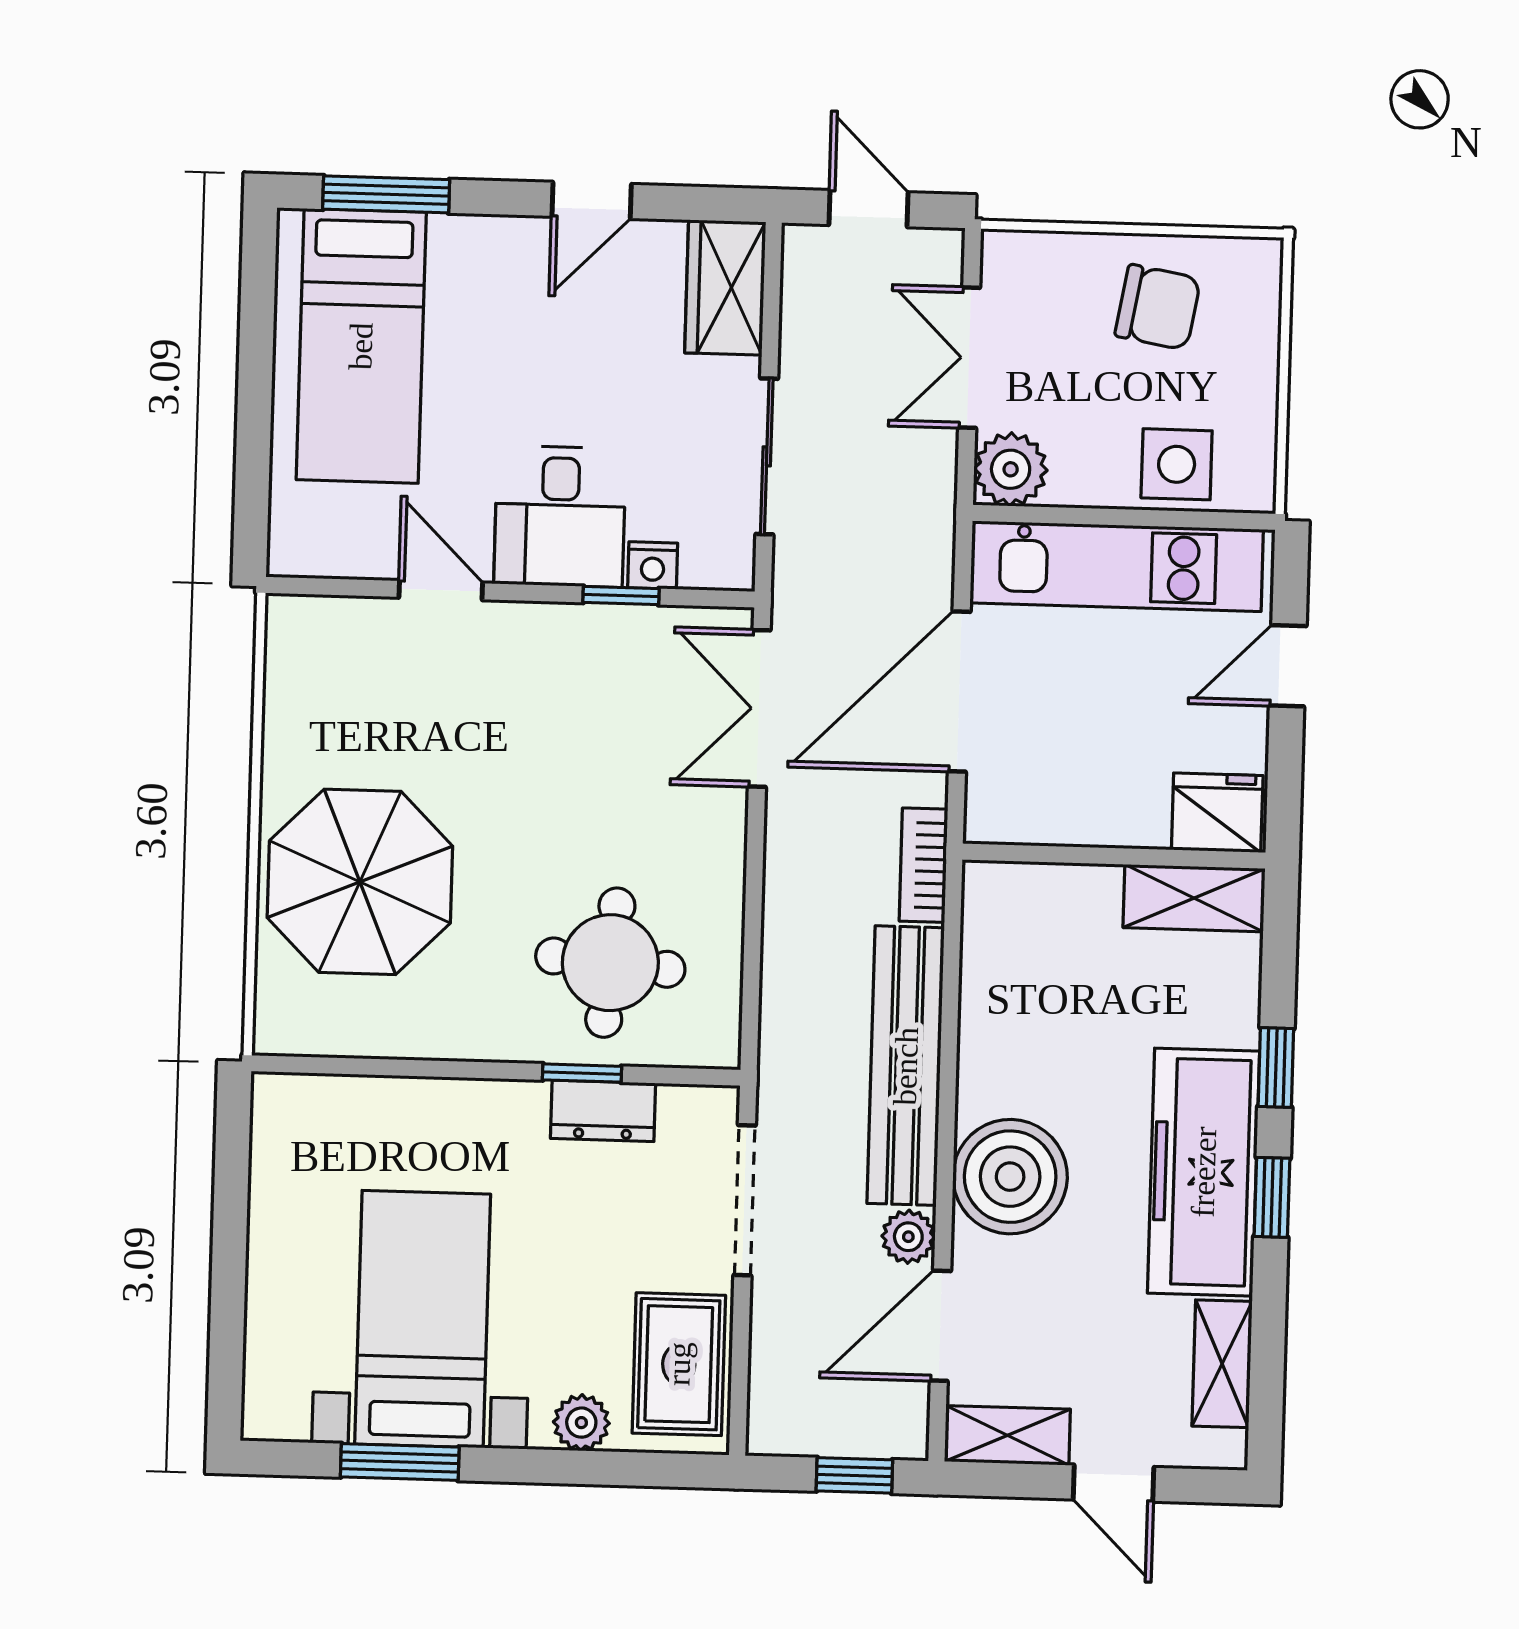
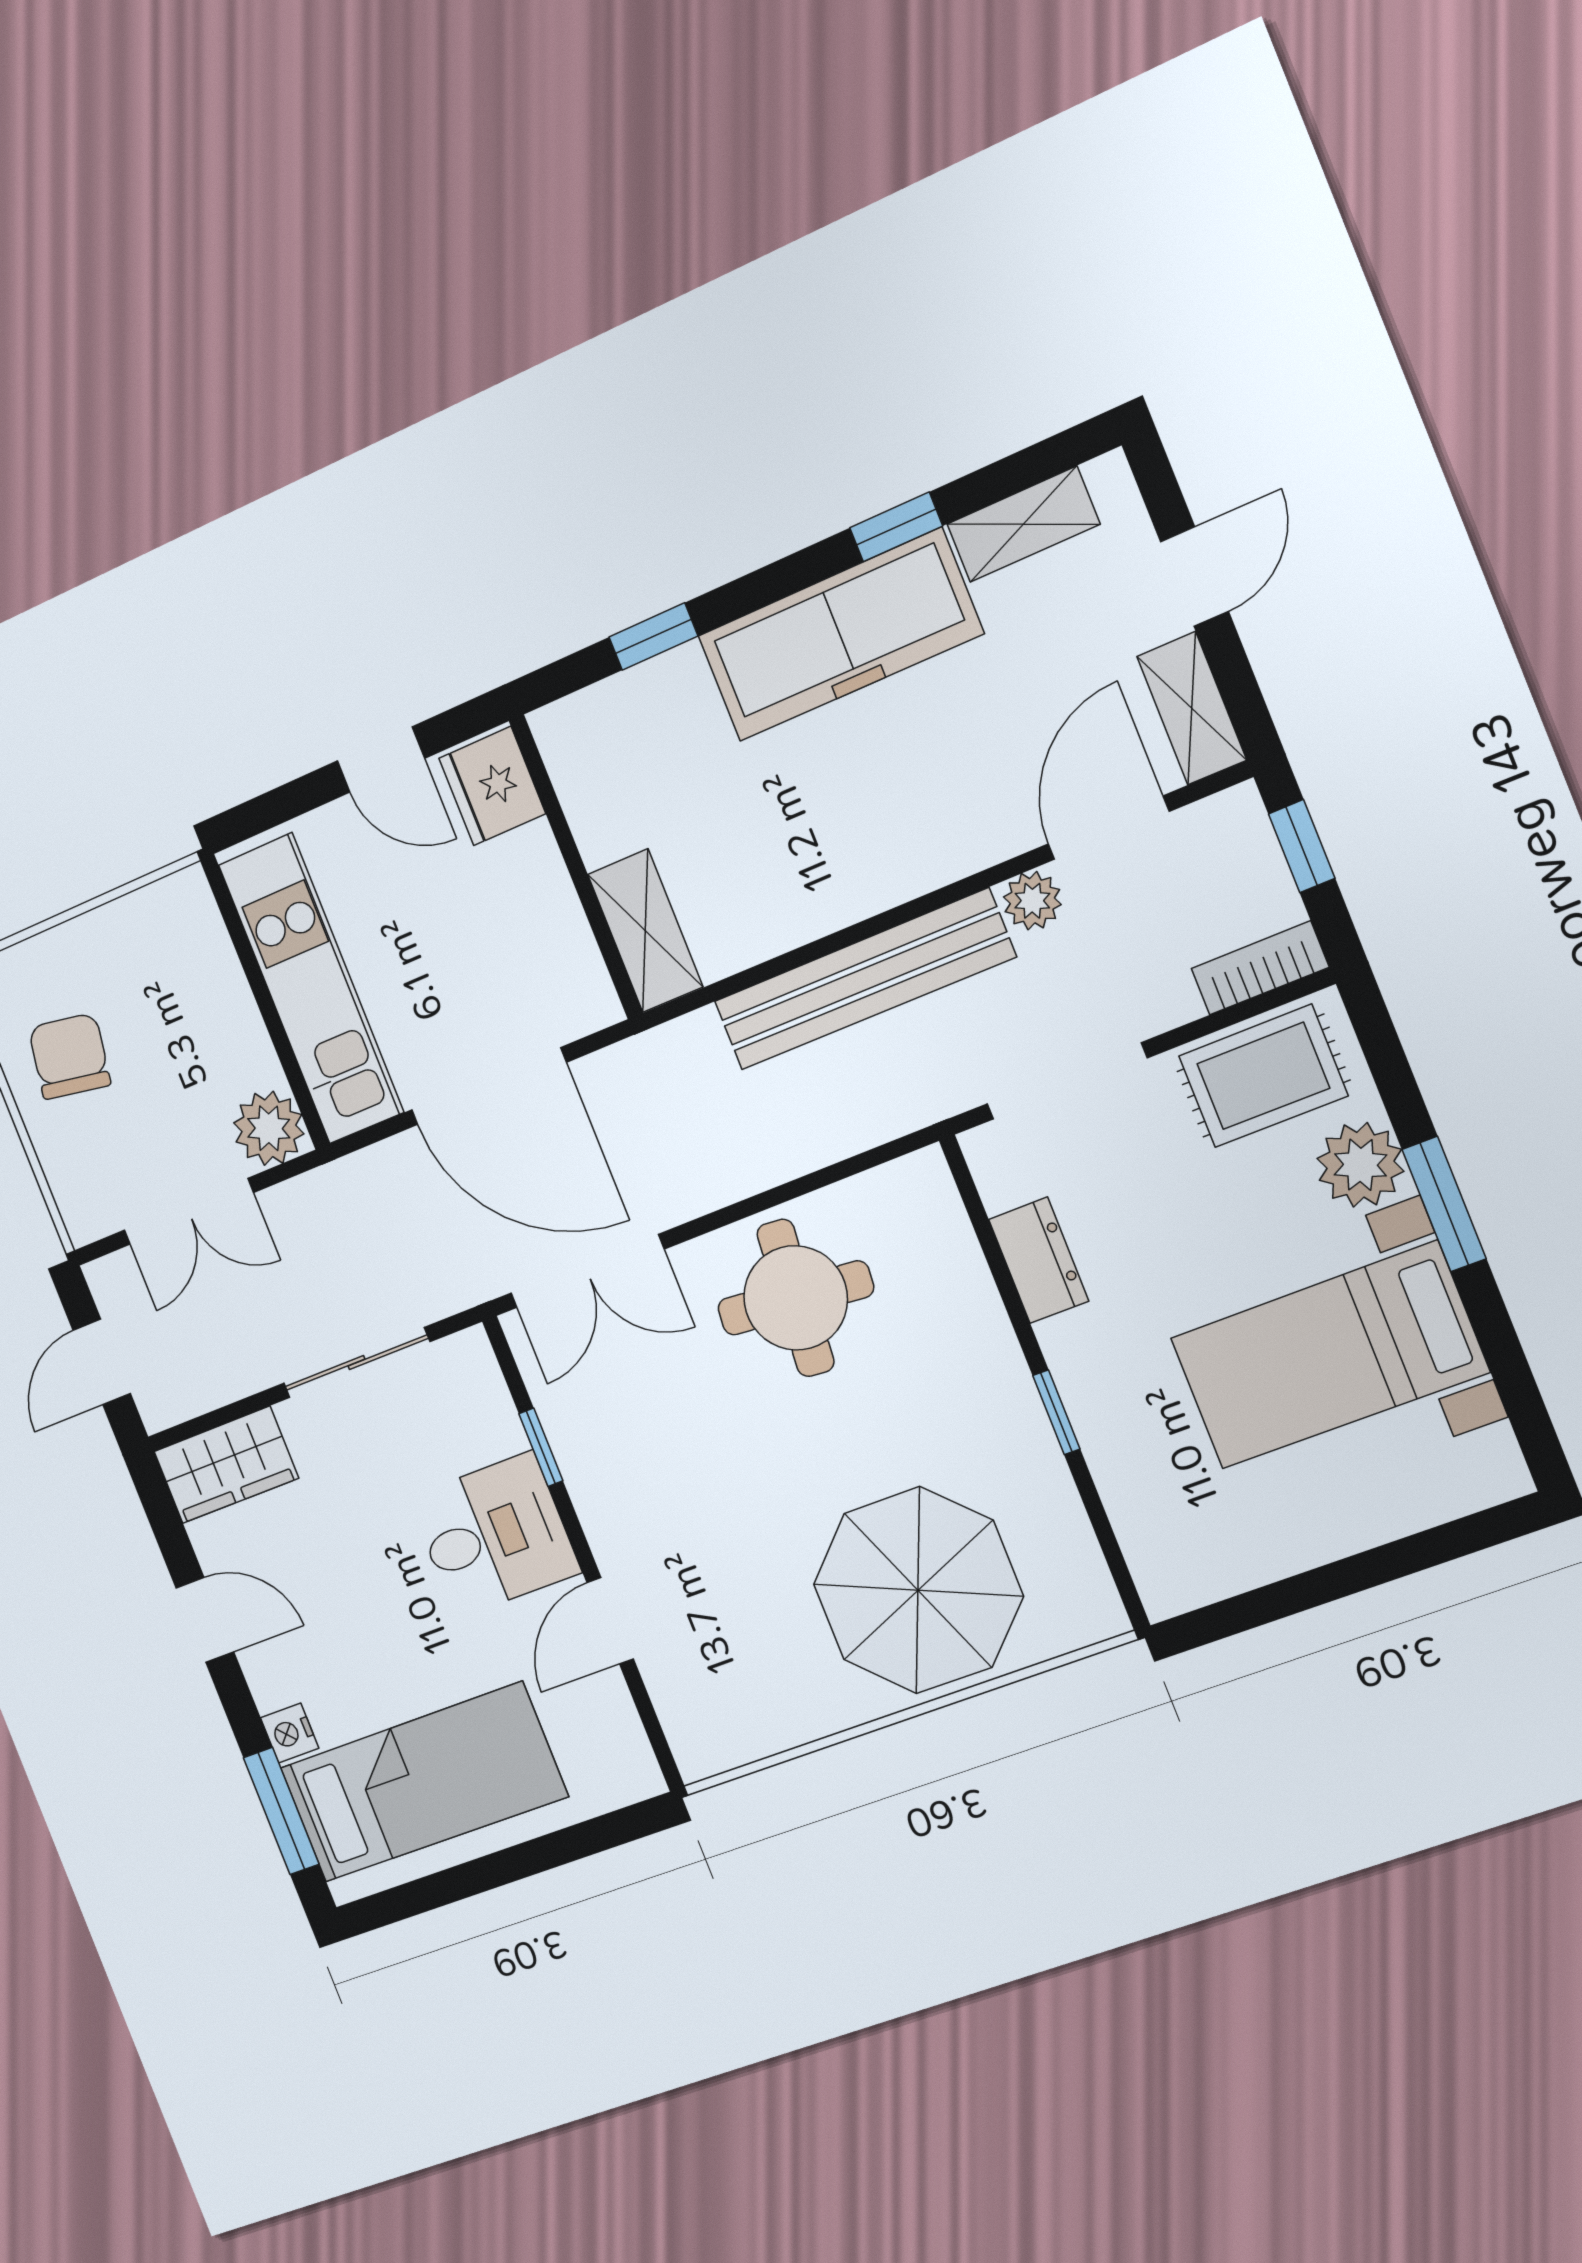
side table: (1177, 464) -> (197, 974), removed
nightstand: (653, 565) -> (290, 1733), moved, turned 180
door: (1288, 666) -> (381, 760), moved
bookcase: (923, 865) -> (1260, 968), moved, turned 180
shelving: (1194, 898) -> (645, 931), moved
round table: (610, 963) -> (796, 1298), moved
window: (1276, 1068) -> (653, 637), moved
window: (582, 1073) -> (1056, 1412), moved
boiler: (1010, 1177) -> (928, 826), removed
window: (1272, 1197) -> (896, 527), moved
door: (940, 1326) -> (1108, 828), swing flipped
plant: (581, 1423) -> (1360, 1165), width x1.38, depth x1.38
window: (400, 1462) -> (1444, 1204), moved

